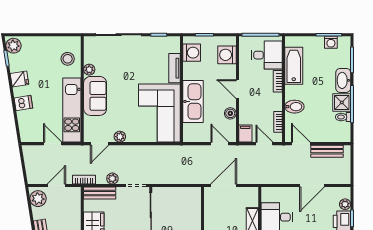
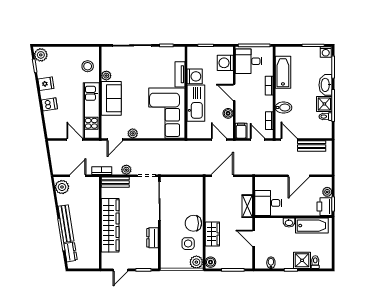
washing machine: (331, 42) -> (326, 52), moved
washing machine: (192, 53) -> (195, 76), moved
desk: (267, 55) -> (249, 61), moved, turned 180

